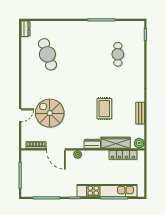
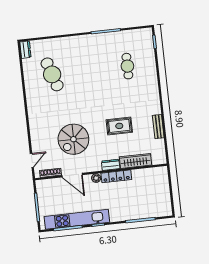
rug: (104, 109) -> (119, 126), turned 90
spiral stairs: (50, 113) -> (73, 139), moved, turned -90
door: (20, 115) -> (32, 160), moved
plant: (139, 143) -> (161, 159), removed
locker: (123, 155) -> (116, 176), moved
kitchen unit: (107, 191) -> (77, 219), moved

